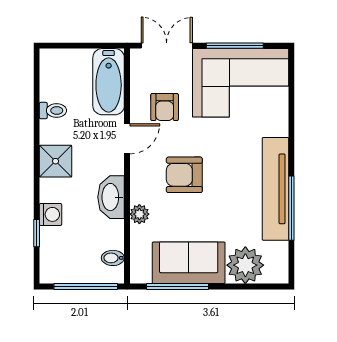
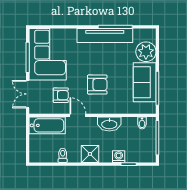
armchair: (184, 175) -> (97, 85), turned -90
plant: (139, 214) -> (118, 109), removed

